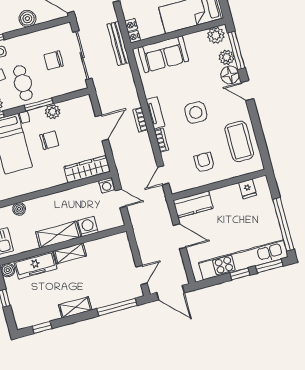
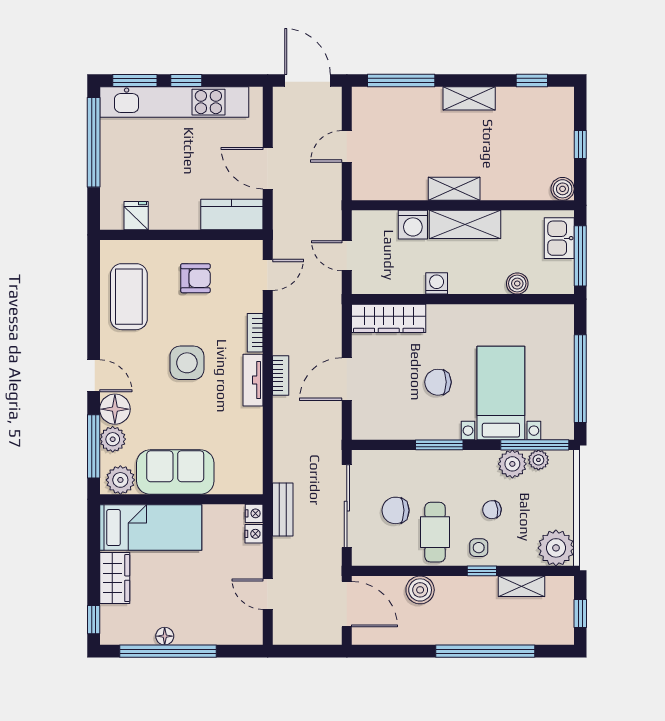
bench: (118, 43) -> (283, 509), width x0.73
sofa: (163, 54) -> (175, 472), moved
chair: (54, 60) -> (396, 510), turned 180
cafe table: (23, 83) -> (435, 532), moved
plant: (53, 112) -> (420, 427), removed
armchair: (204, 162) -> (195, 278), turned -90
washing machine: (106, 185) -> (437, 283), moved
freezer: (35, 265) -> (515, 185), removed
door: (142, 275) -> (347, 146), moved

